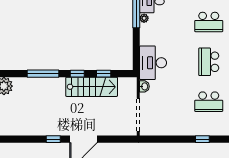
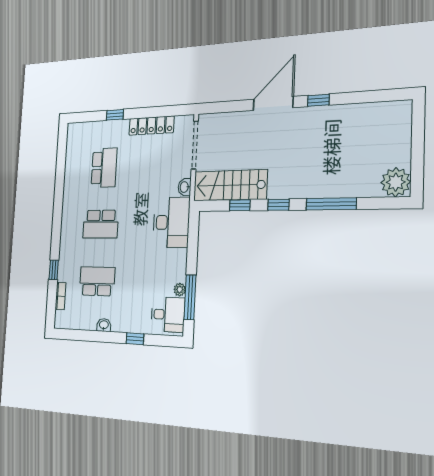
school desk: (209, 62) -> (101, 224), turned 90
stairs: (92, 87) -> (230, 185), moved
school desk: (209, 102) -> (104, 168), turned 90
locker: (172, 130) -> (151, 126), added

